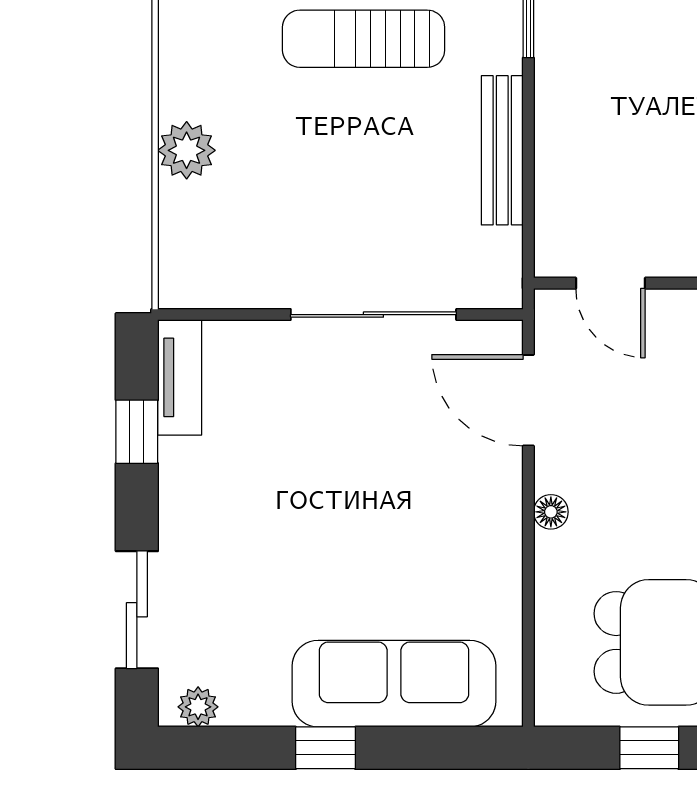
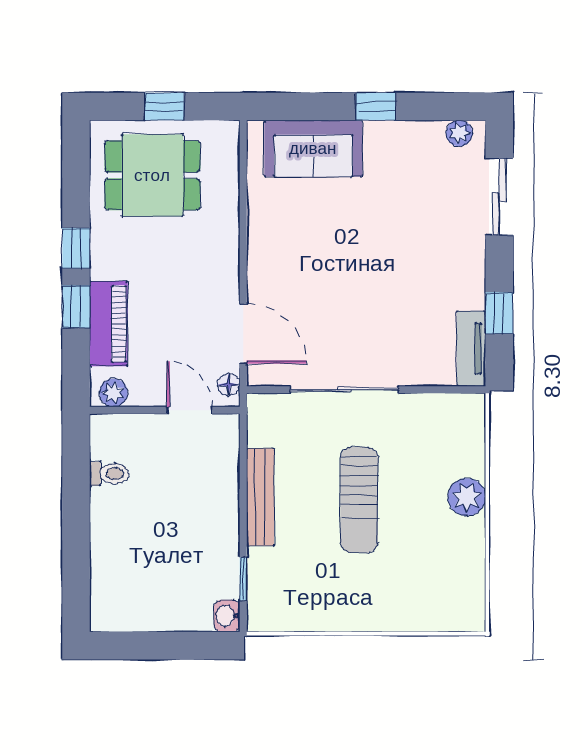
sun lounger: (364, 39) -> (359, 500), moved, turned 90
floor lamp: (551, 512) -> (229, 385), moved
sofa: (394, 684) -> (313, 148), width x0.73

